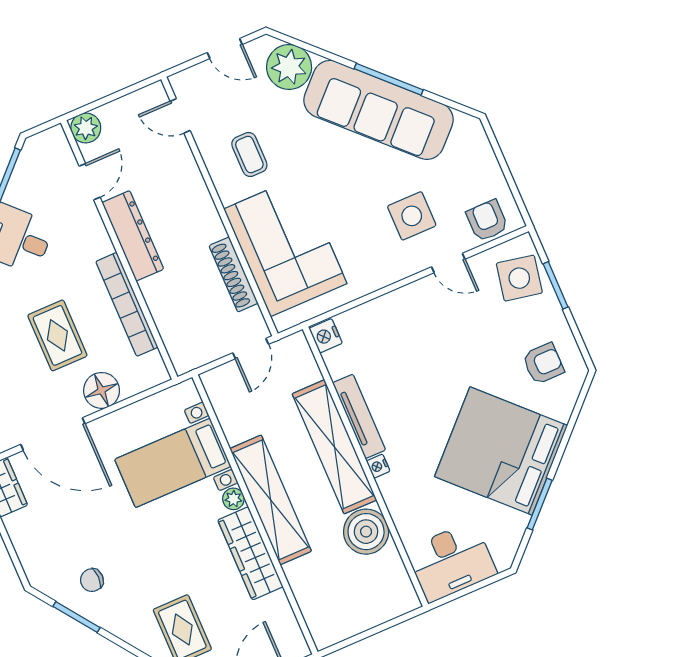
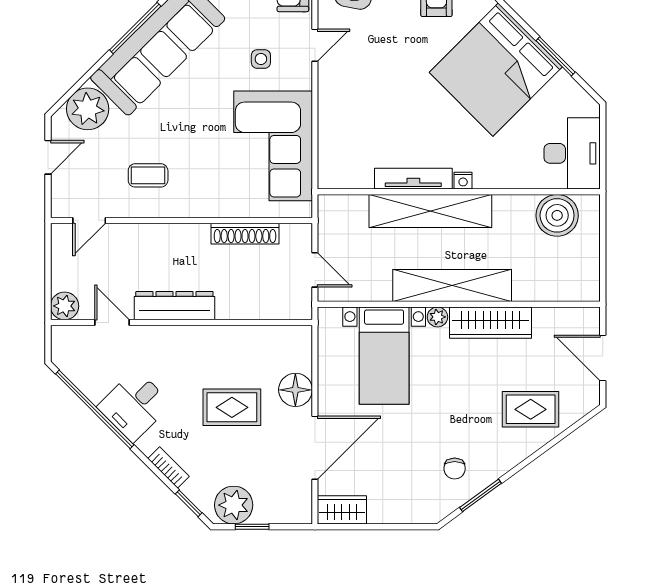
side table: (412, 216) -> (261, 59), width x0.54, depth x0.54
corner sofa: (285, 246) -> (273, 146), moved, turned -90
bookcase: (127, 304) -> (231, 336), removed
nightstand: (326, 336) -> (332, 177), removed
door: (251, 348) -> (315, 270), moved
boiler: (366, 532) -> (557, 215), moved

